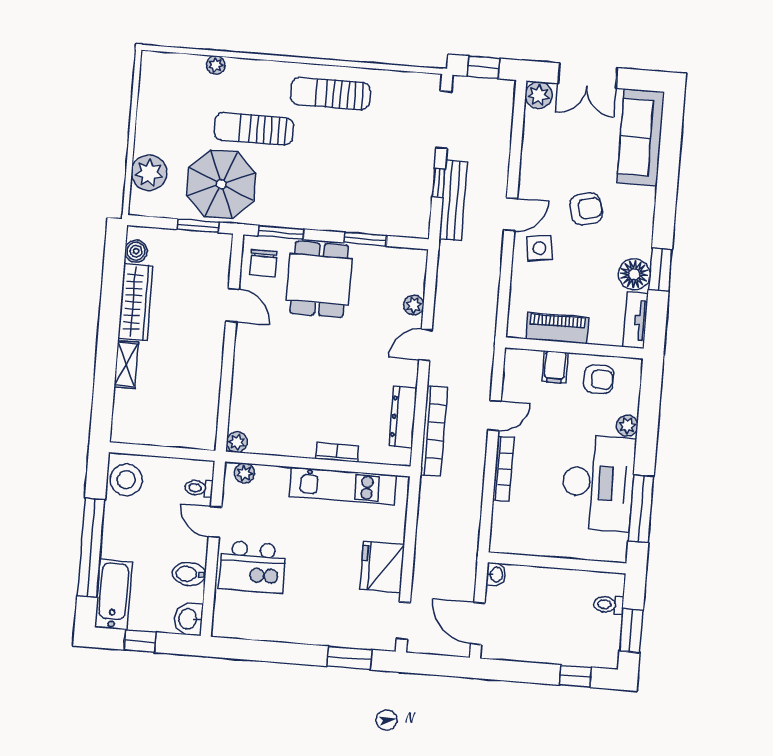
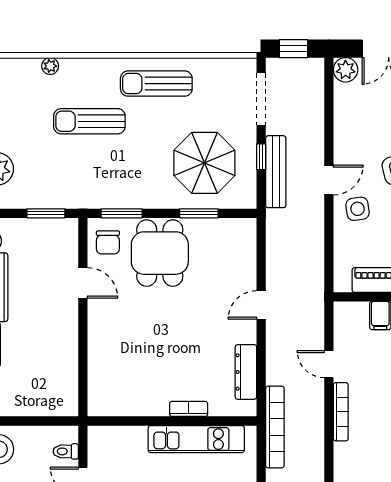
parasol: (221, 184) -> (204, 163), moved
plant: (414, 305) -> (247, 270), removed
door: (494, 416) -> (329, 364), swing flipped
bookcase: (434, 431) -> (275, 427), moved
plant: (237, 442) -> (97, 407), removed
plant: (244, 473) -> (106, 435), removed

